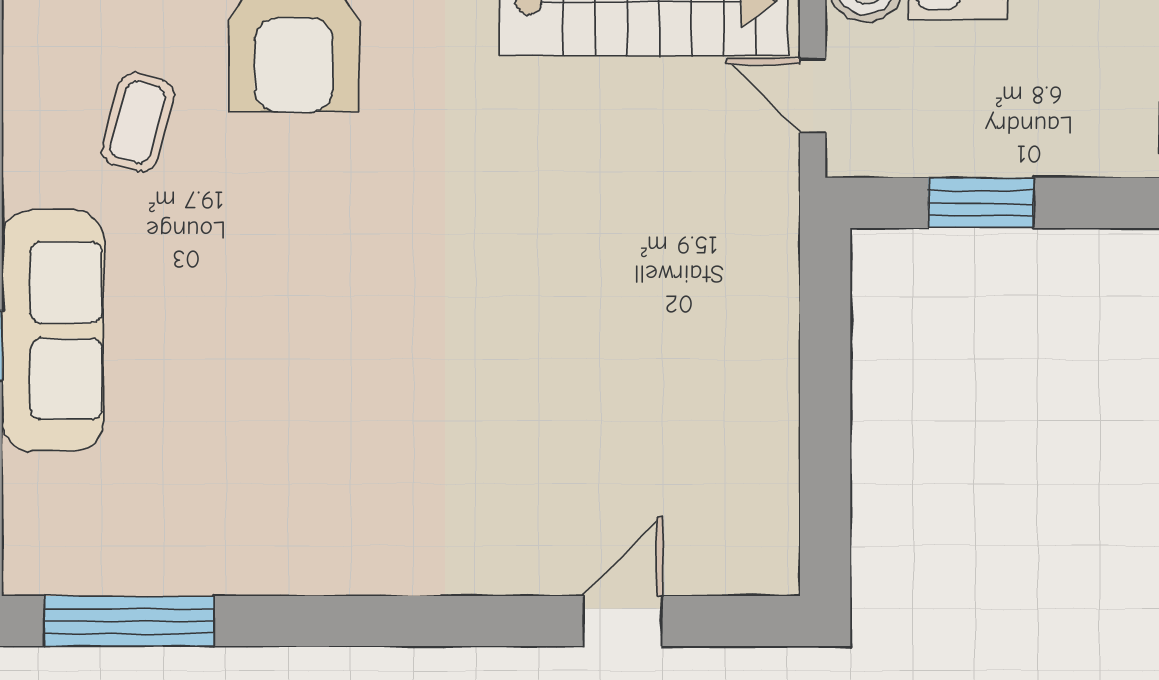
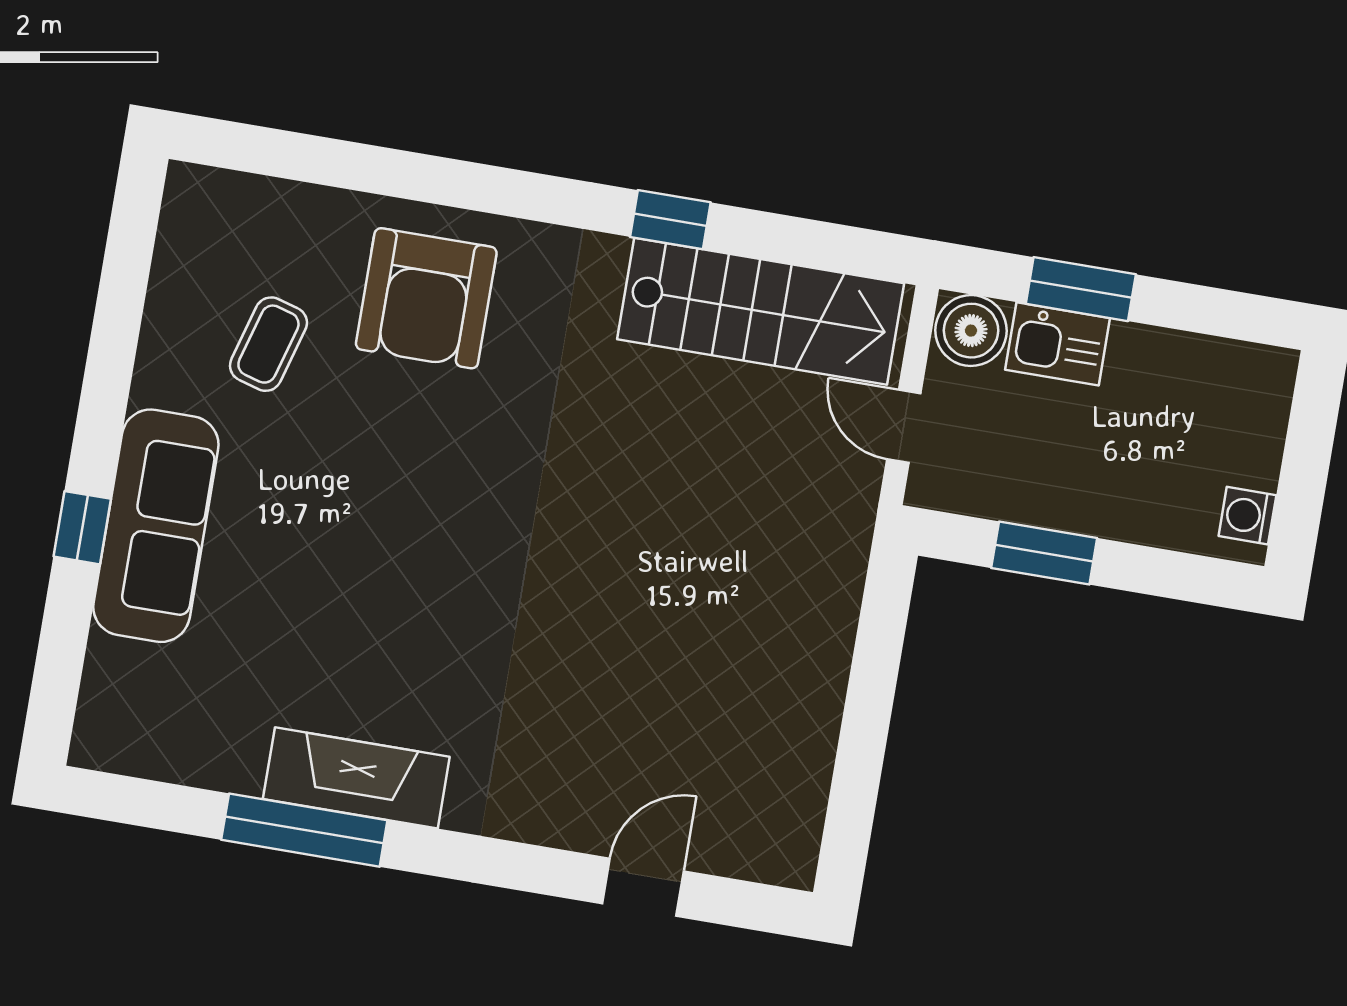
fireplace: (306, 558) -> (356, 778), added
window: (129, 621) -> (304, 830), moved

